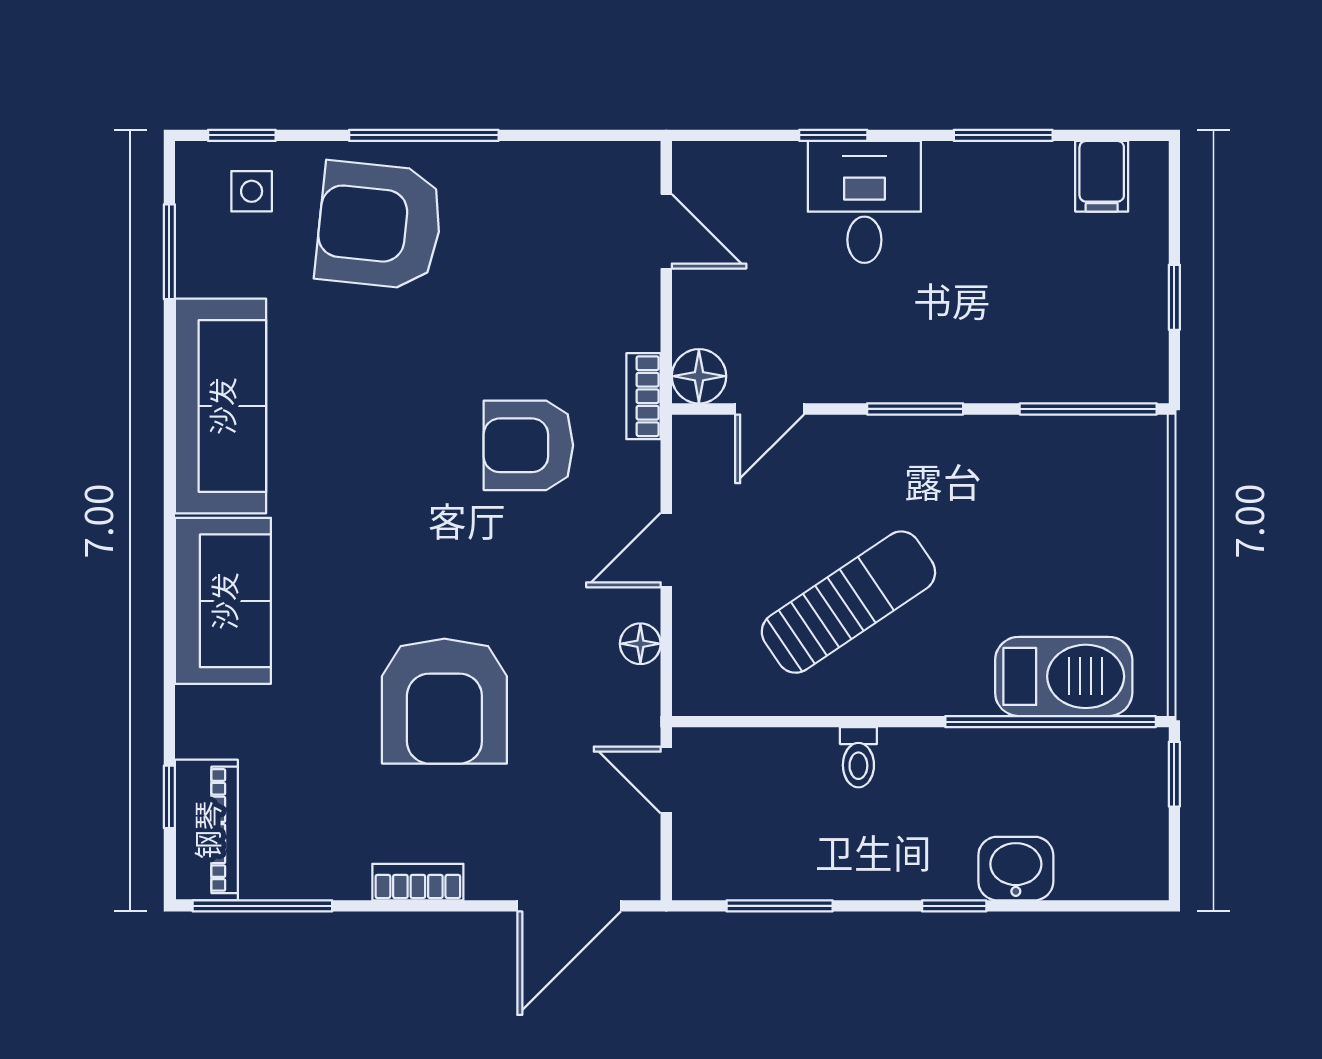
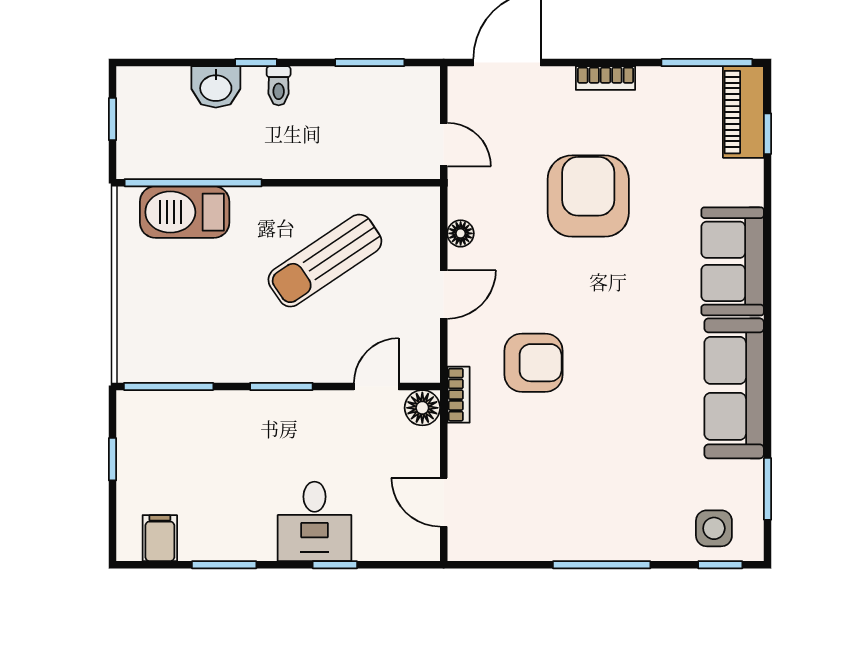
side table: (252, 191) -> (714, 528), width x1.37, depth x1.37
armchair: (379, 225) -> (631, 506), removed
toilet: (858, 757) -> (279, 86), moved, turned 180
window: (1174, 774) -> (112, 119), moved

